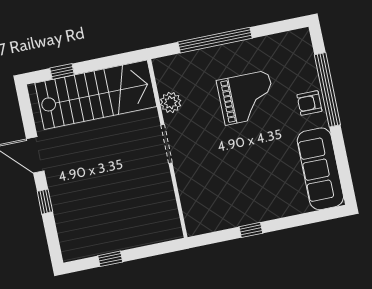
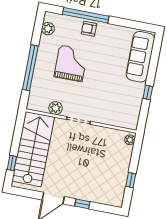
plant: (284, 42) -> (48, 29), added
armchair: (309, 103) -> (89, 29), turned 90
sofa: (320, 169) -> (140, 57), moved, turned 90
plant: (169, 233) -> (130, 140), added

